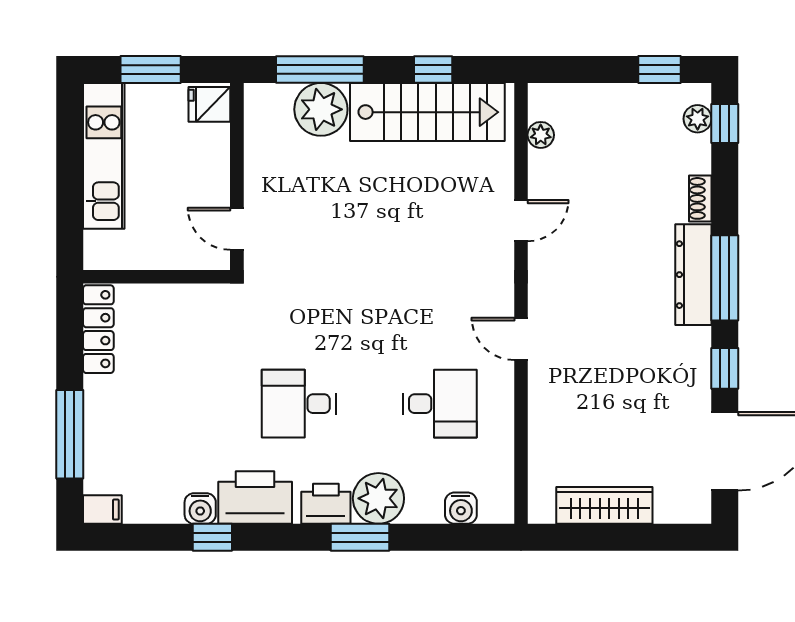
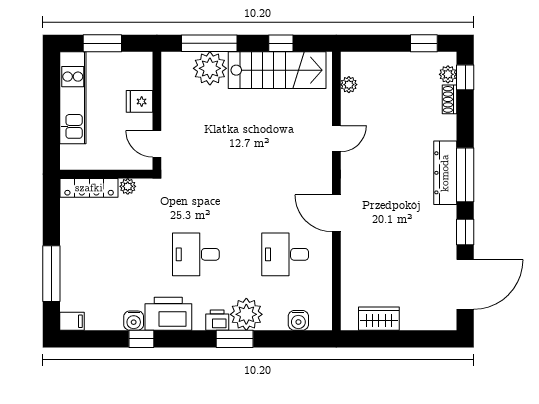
fridge: (209, 104) -> (139, 101), moved
shoe rack: (700, 198) -> (450, 99), moved
plant: (191, 296) -> (128, 186), added
locker: (98, 329) -> (89, 188), moved, turned 90
door: (521, 339) -> (336, 213), width x1.38
desk: (440, 404) -> (285, 254), turned 180
printer: (326, 504) -> (217, 320), width x0.73, depth x0.81
wardrobe: (604, 505) -> (379, 319), width x0.67

